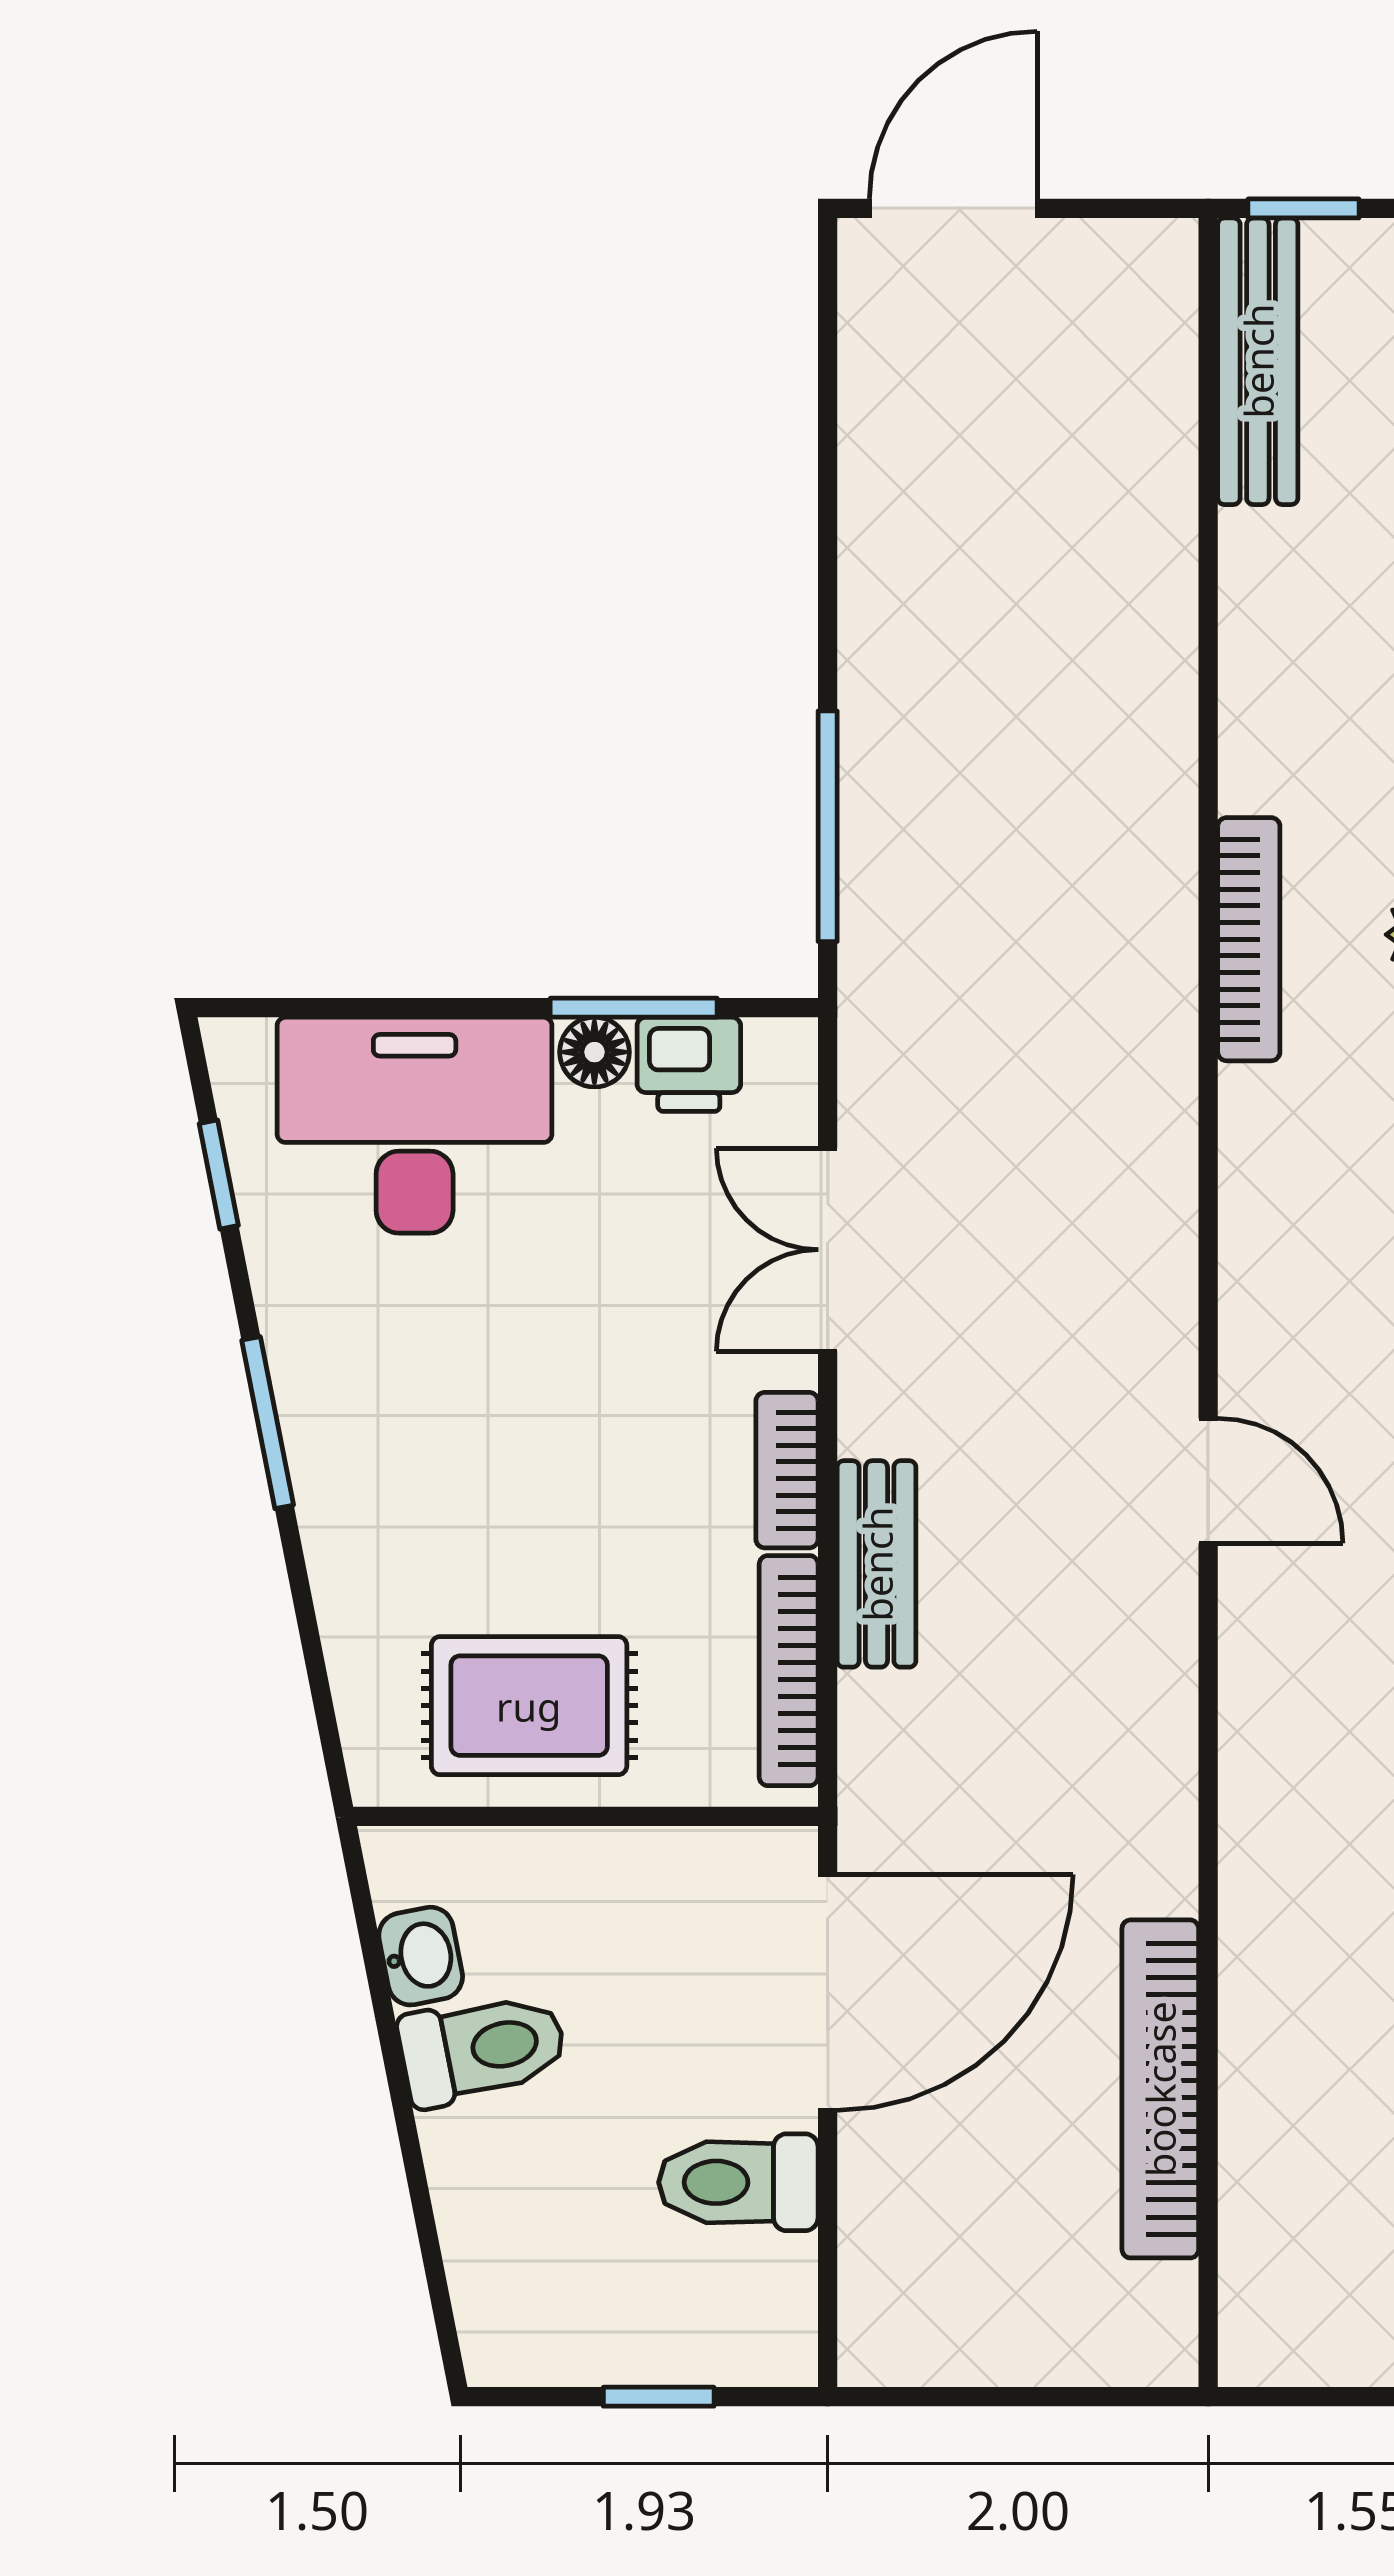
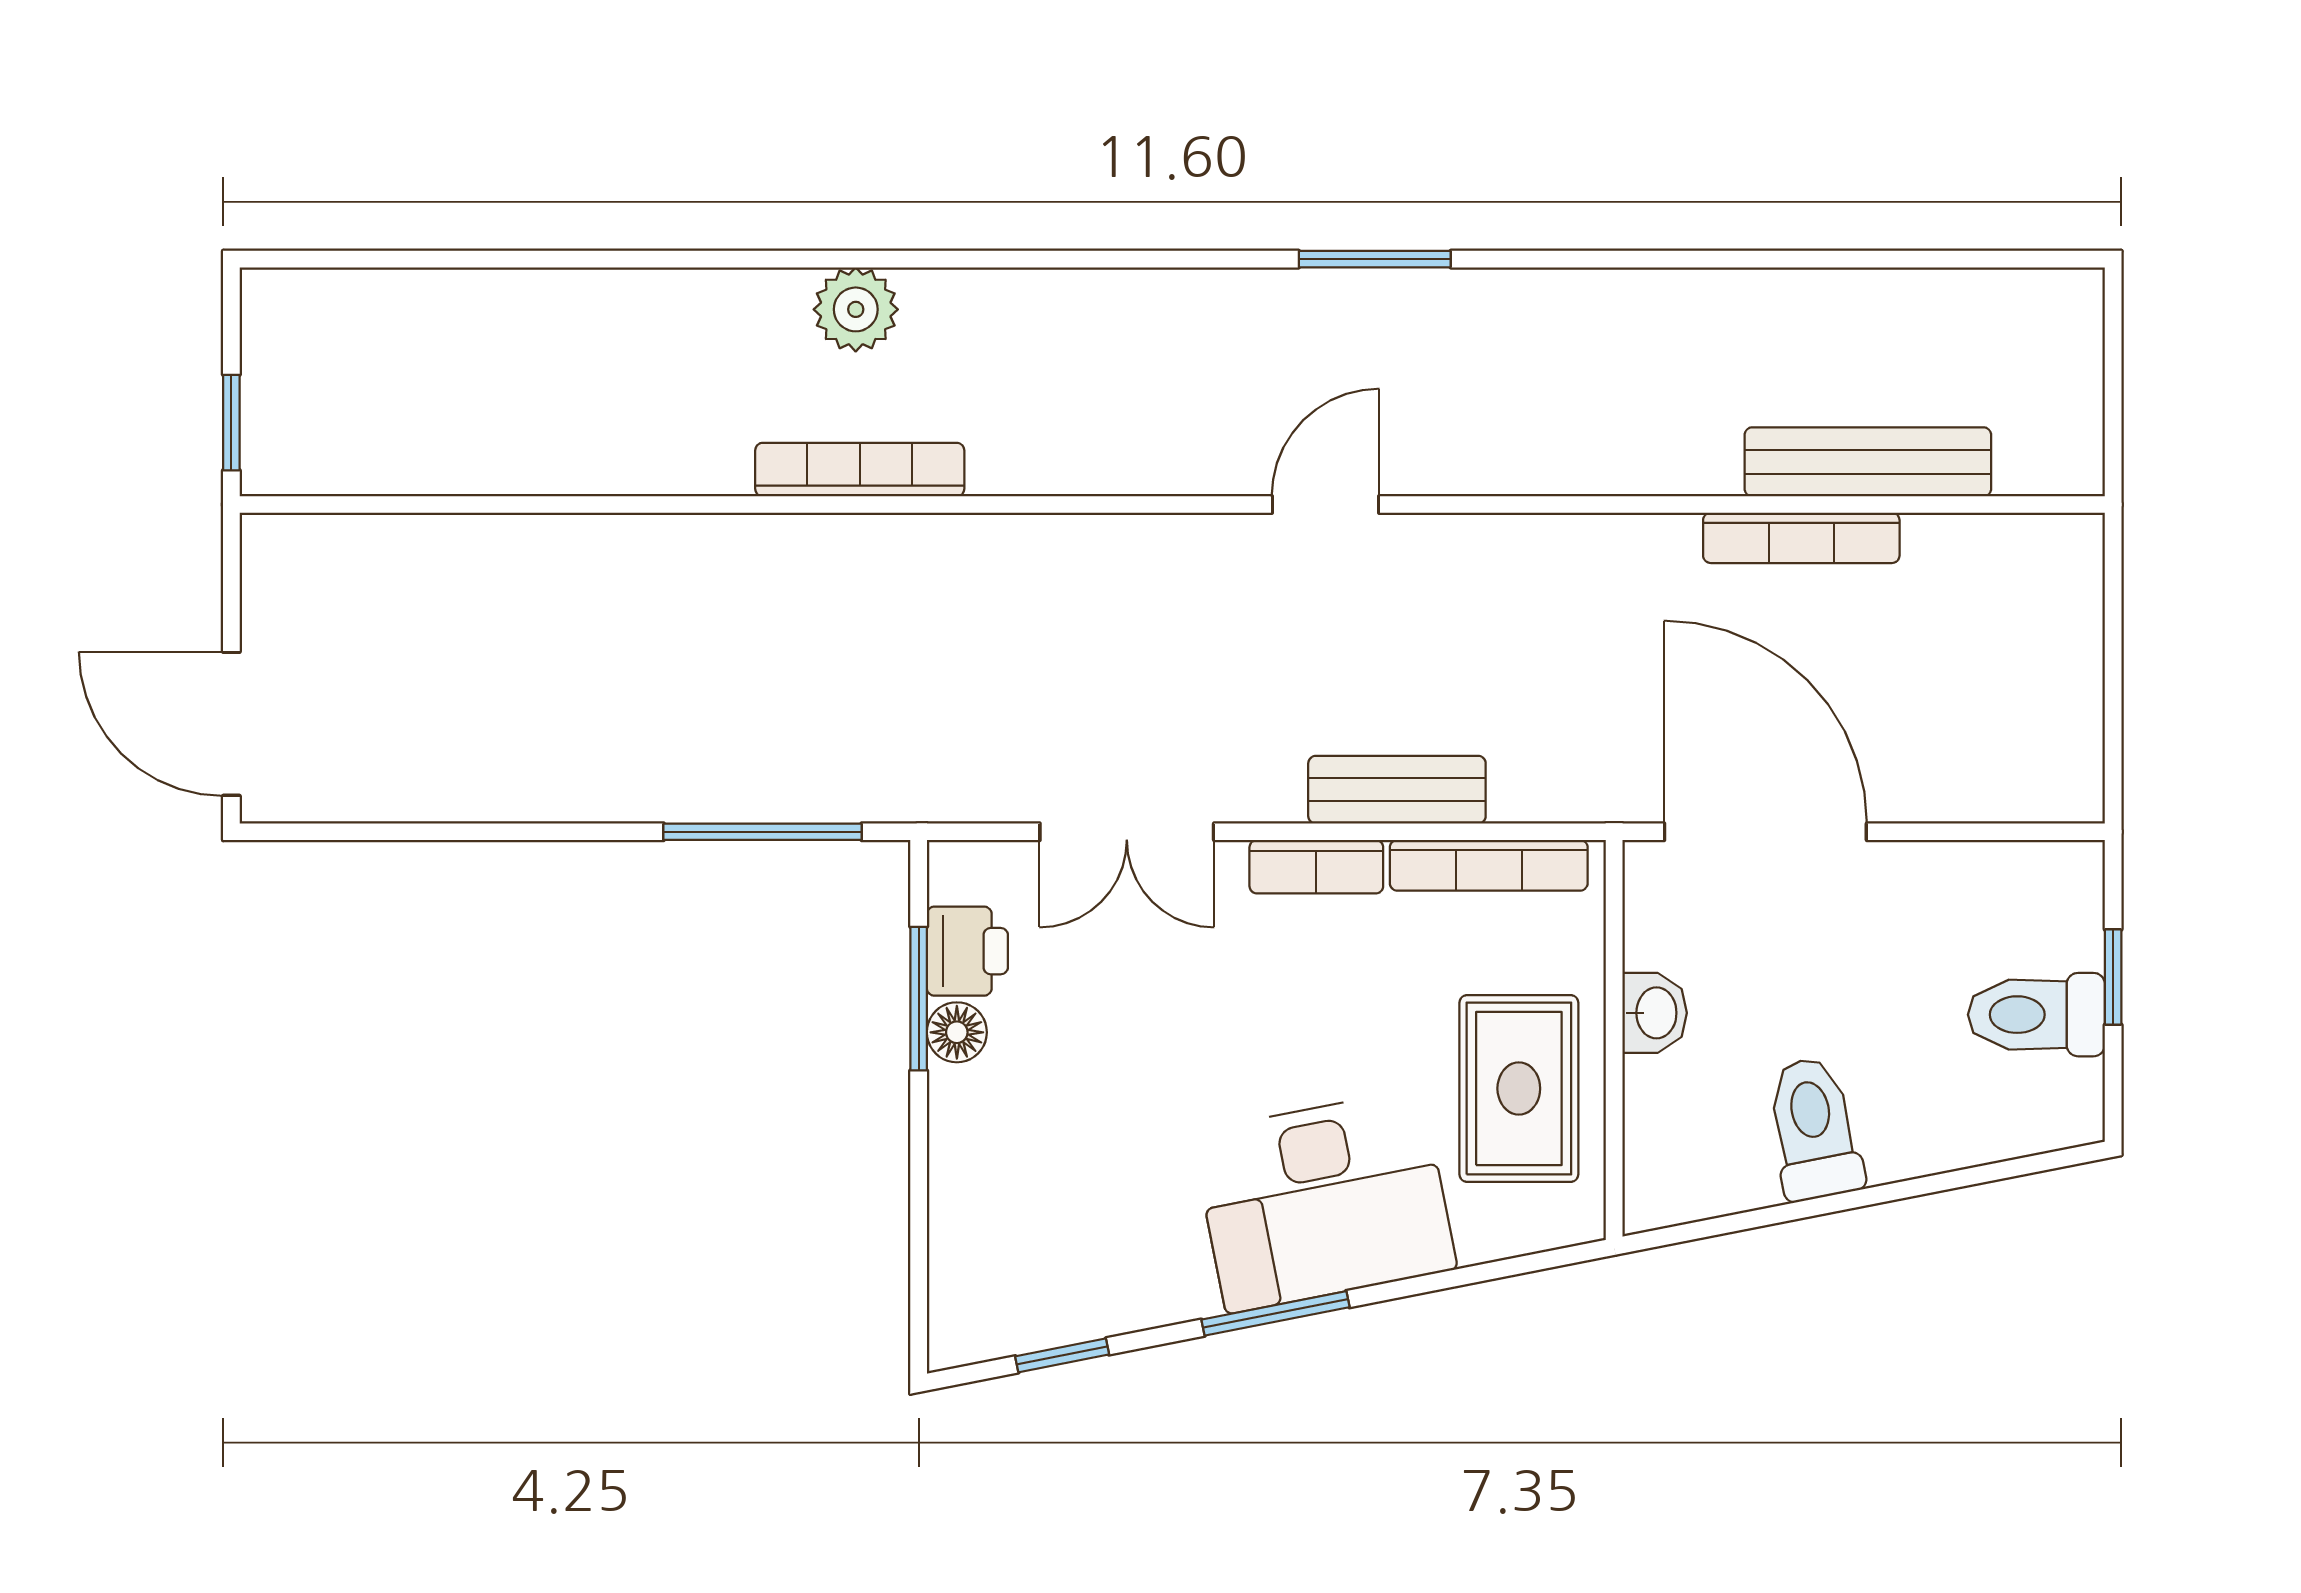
bench: (1258, 361) -> (1868, 462), moved
desk: (415, 1125) -> (1324, 1201), moved, turned -101
washbasin: (421, 1956) -> (1655, 1013), moved, turned 101
bookcase: (1160, 2089) -> (1801, 538), width x0.68, depth x0.76
toilet: (738, 2182) -> (2036, 1015), moved, turned 90

